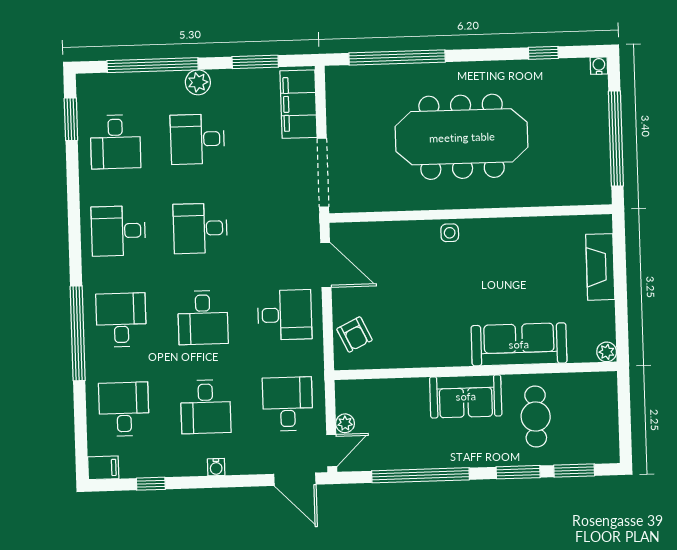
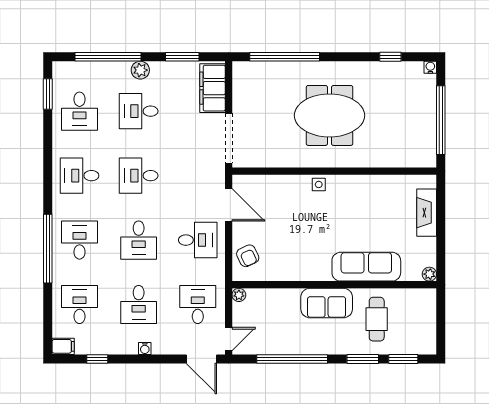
meeting table: (462, 137) -> (329, 115), width x0.73
plant: (345, 423) -> (239, 295), moved

